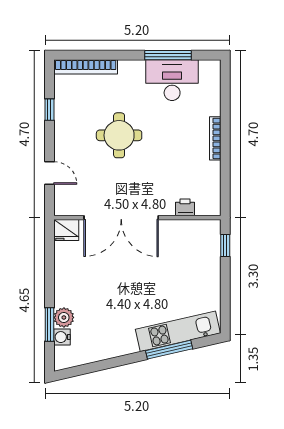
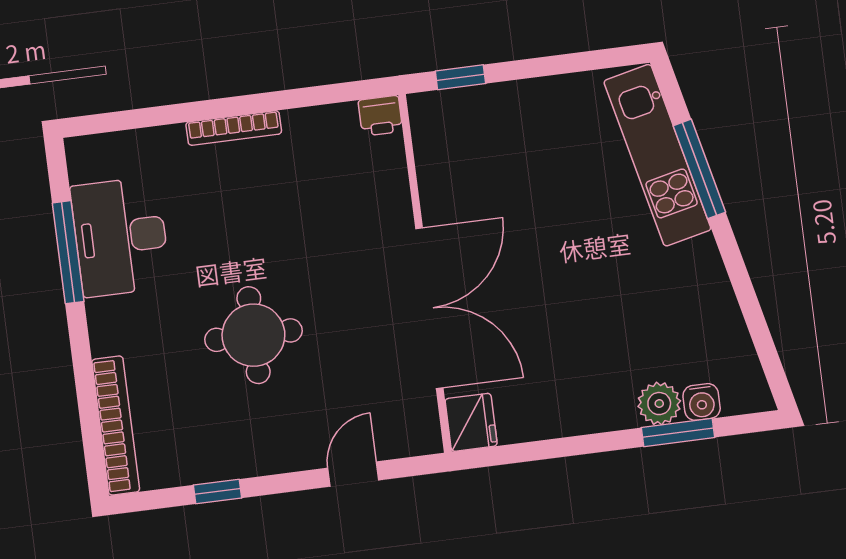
printer: (185, 207) -> (380, 116), moved, turned -90

